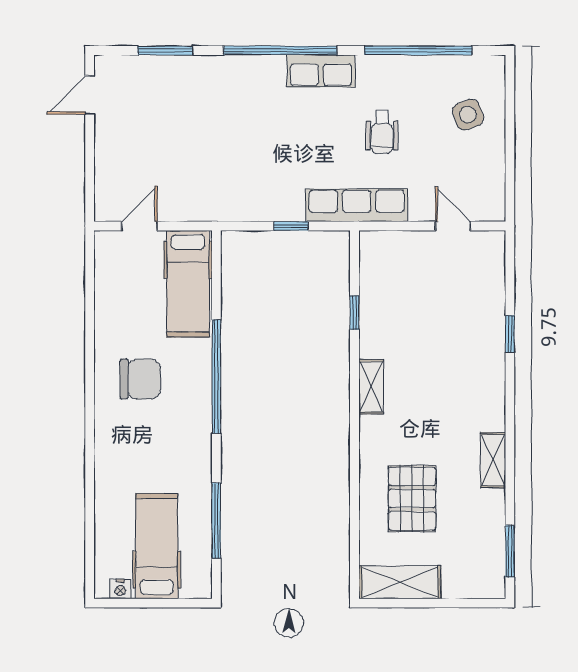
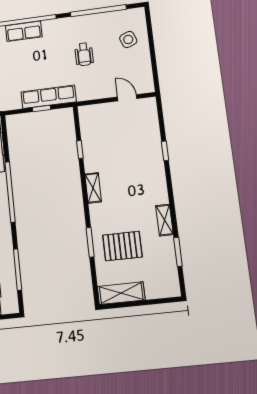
row of seats: (321, 71) -> (24, 31), moved
row of seats: (357, 205) -> (49, 97), moved
window: (354, 485) -> (90, 242), added
pallet: (412, 499) -> (122, 246), turned 90
window: (510, 551) -> (178, 252), moved

